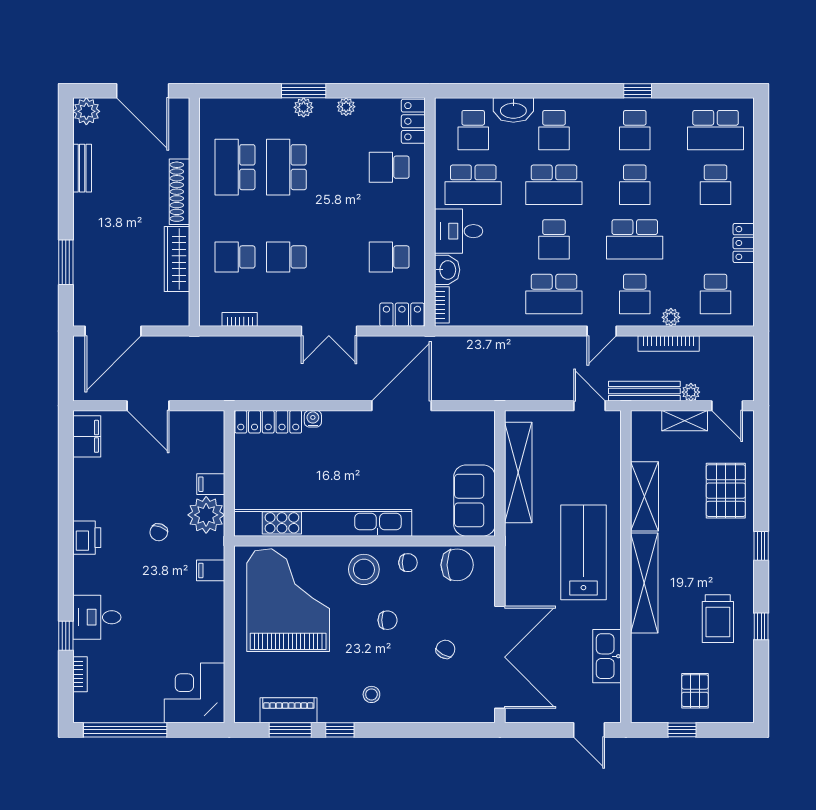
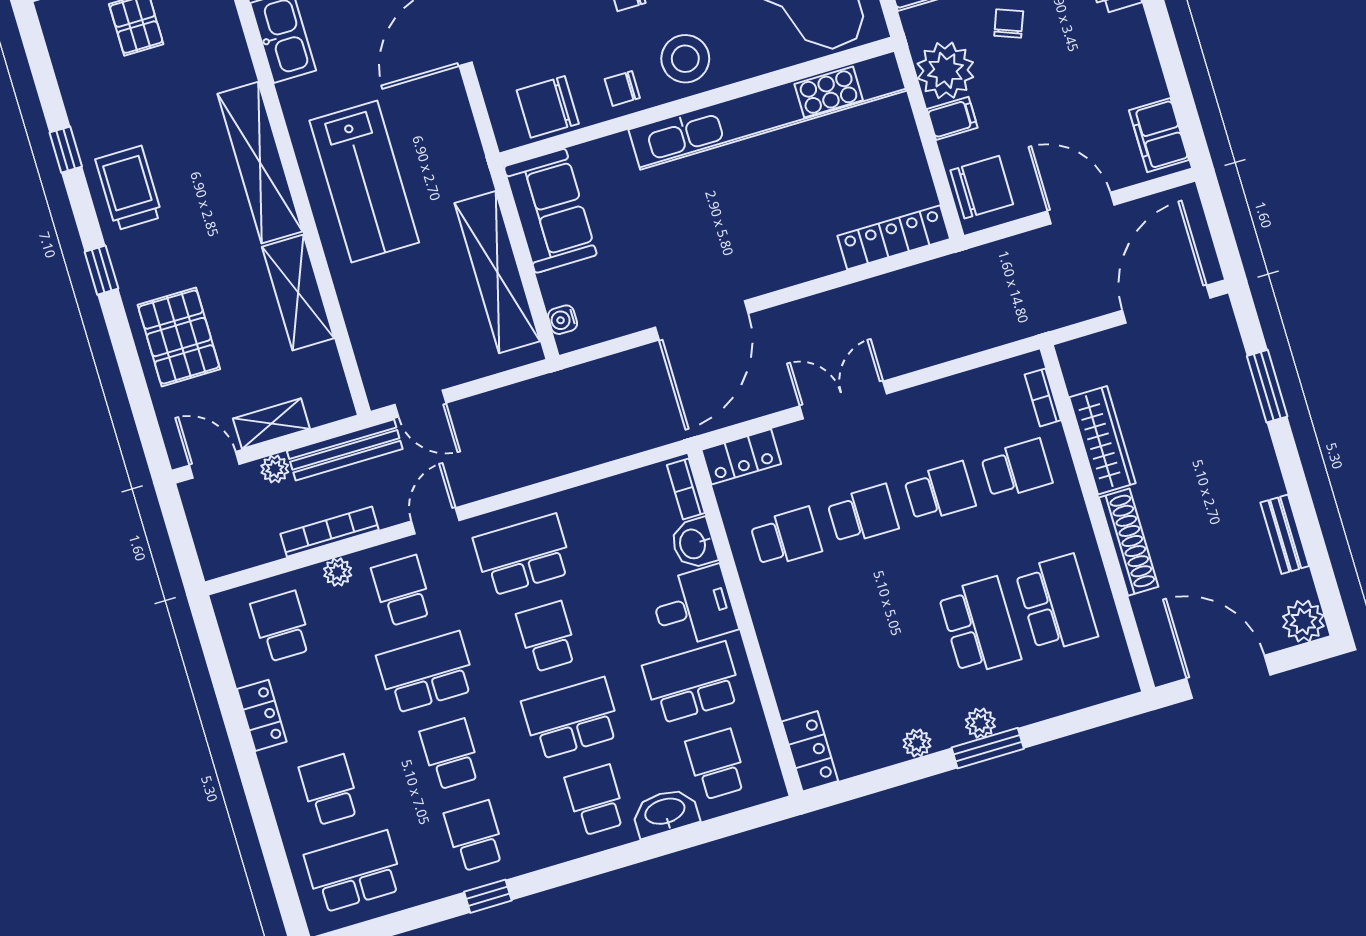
school desk: (389, 167) -> (863, 515), moved
bookcase: (240, 319) -> (1043, 397), moved, turned 90
water cooler: (313, 419) -> (563, 320), moved, turned 90
chair: (205, 437) -> (982, 187), added
trolley: (718, 619) -> (129, 188), moved

